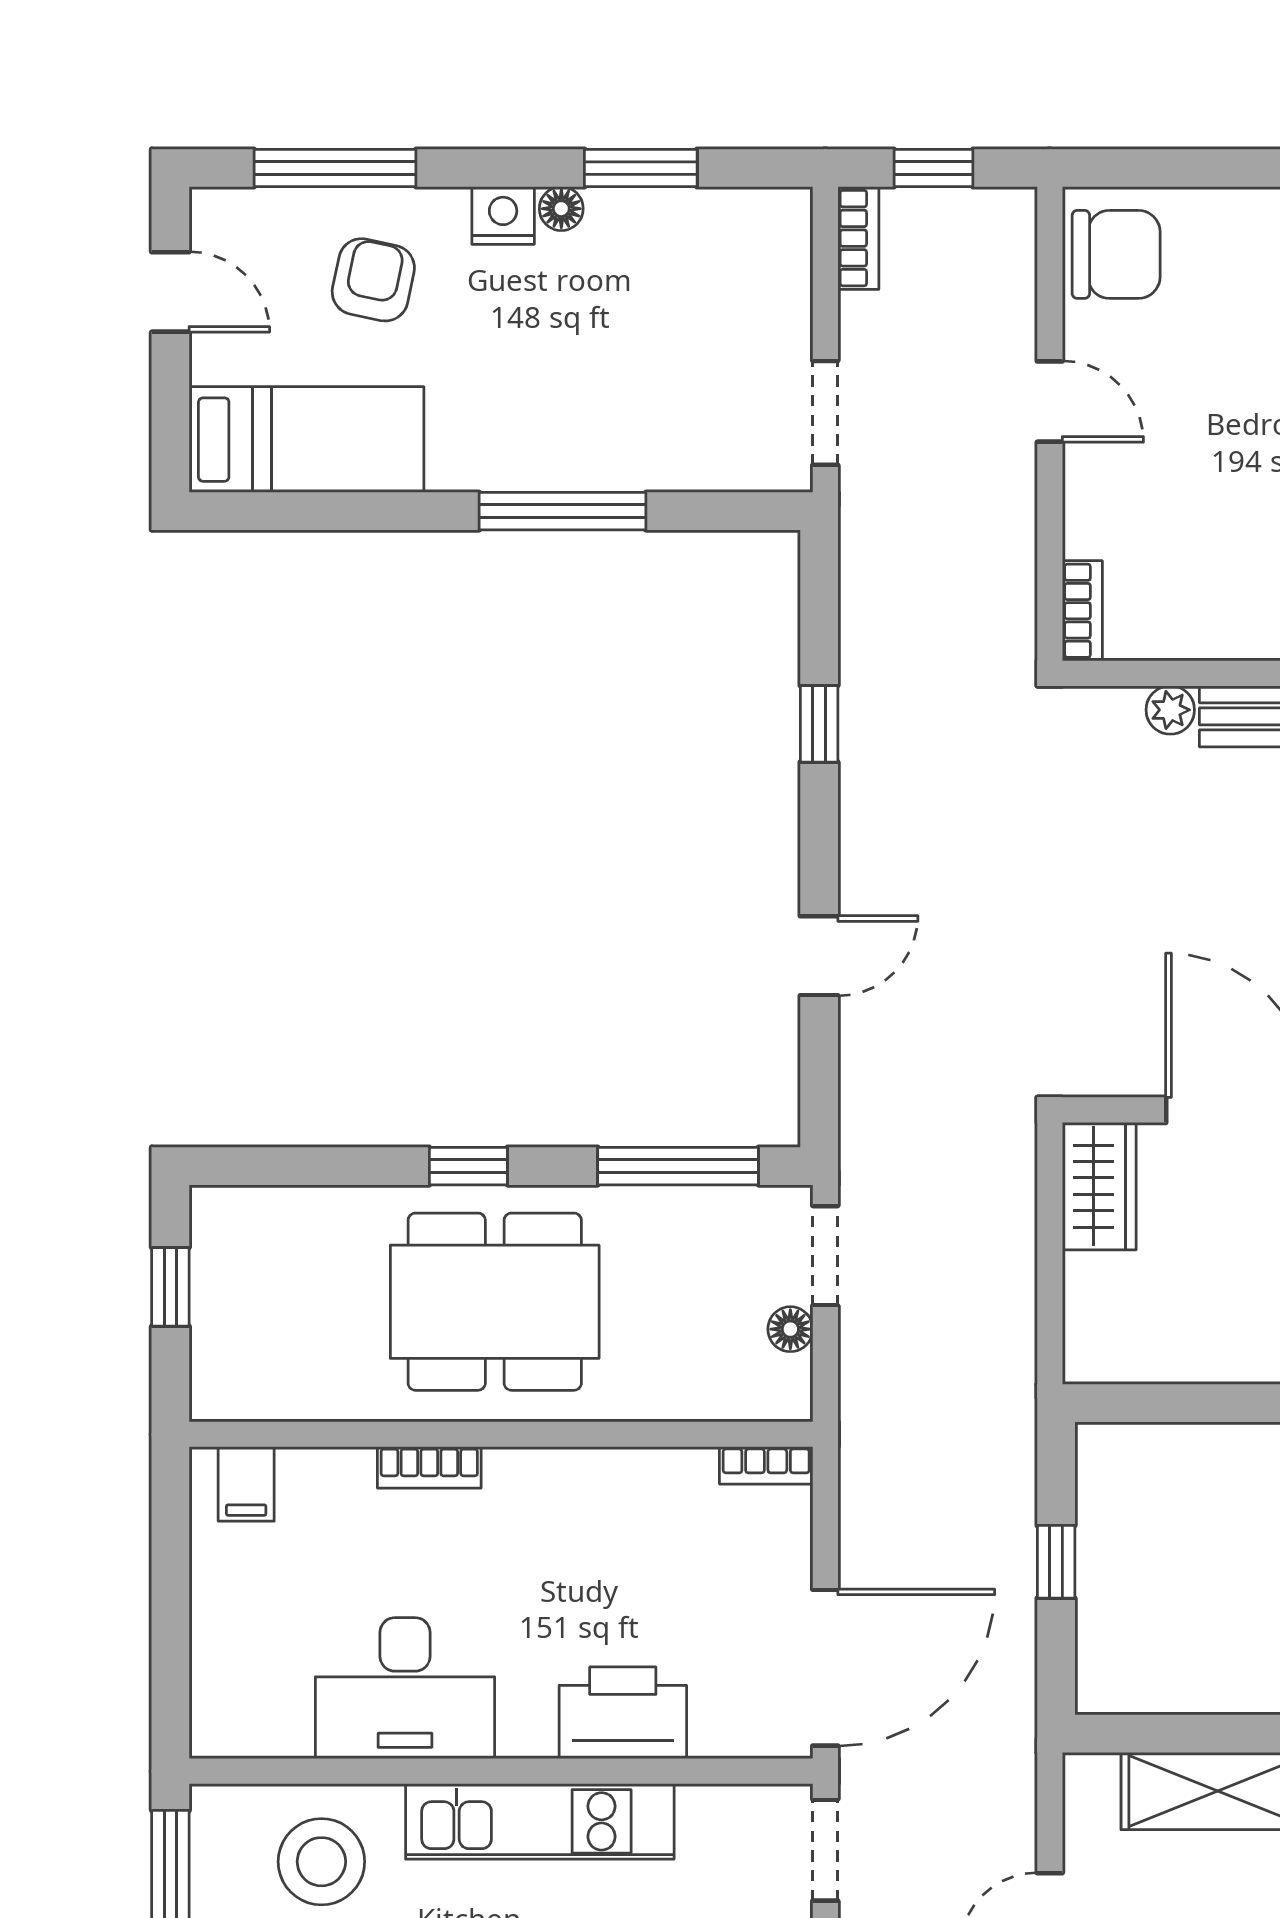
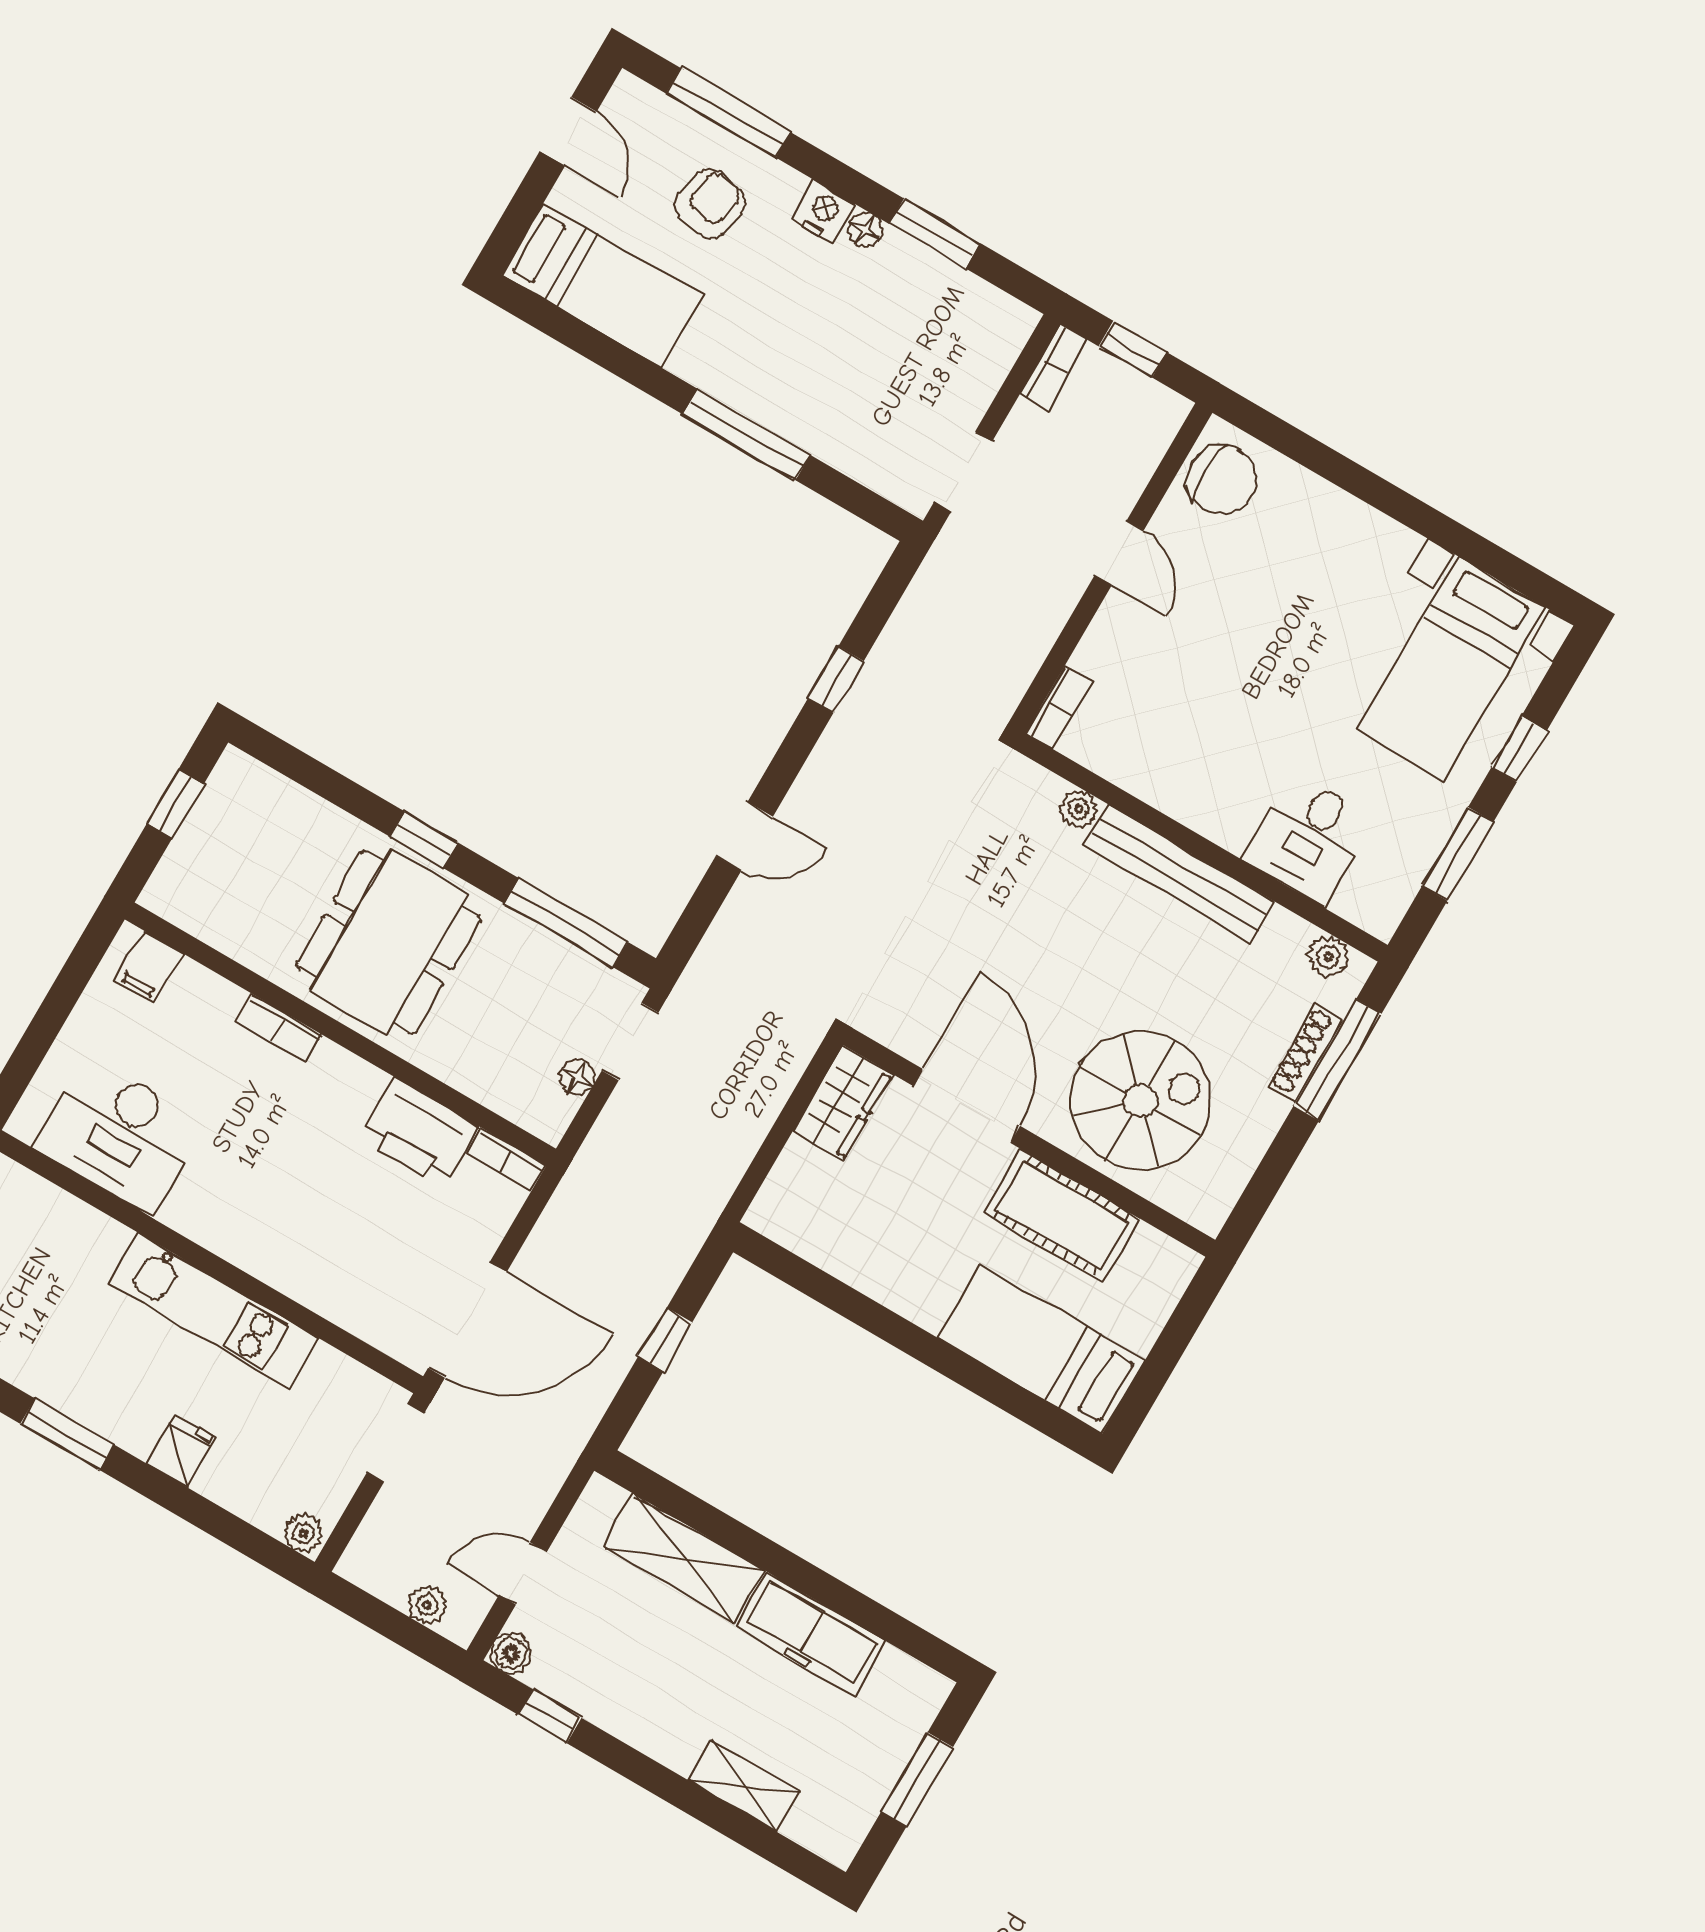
dining table: (495, 1302) -> (389, 942), turned 90
desk: (405, 1688) -> (120, 1135), moved
printer: (623, 1713) -> (419, 1133), moved, turned 180
stool: (321, 1862) -> (50, 1252), removed

